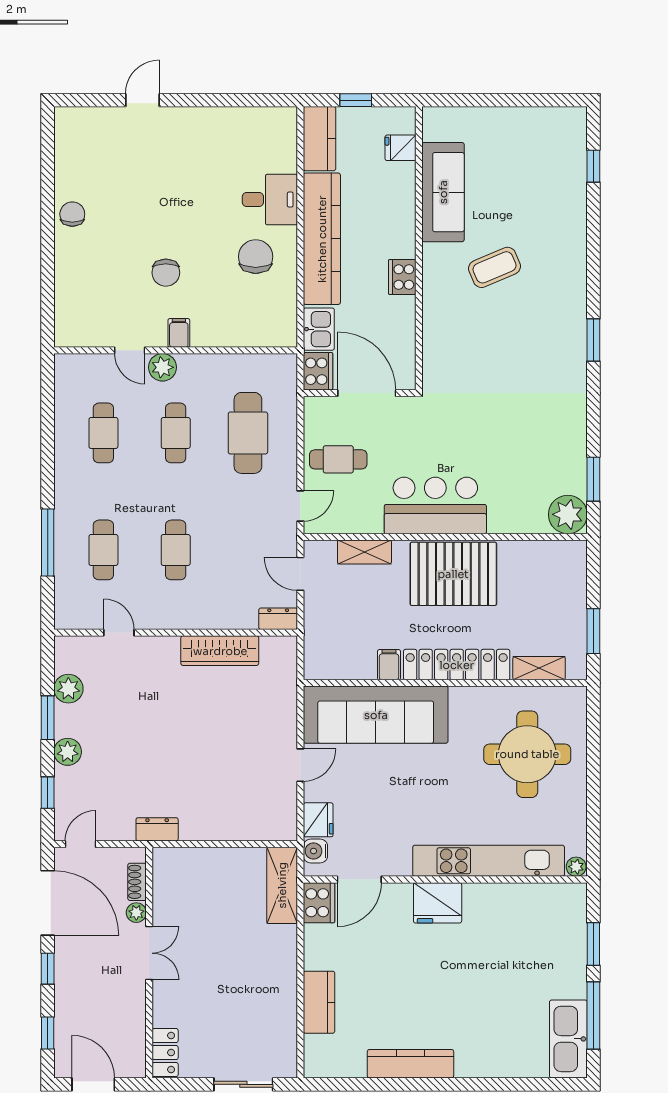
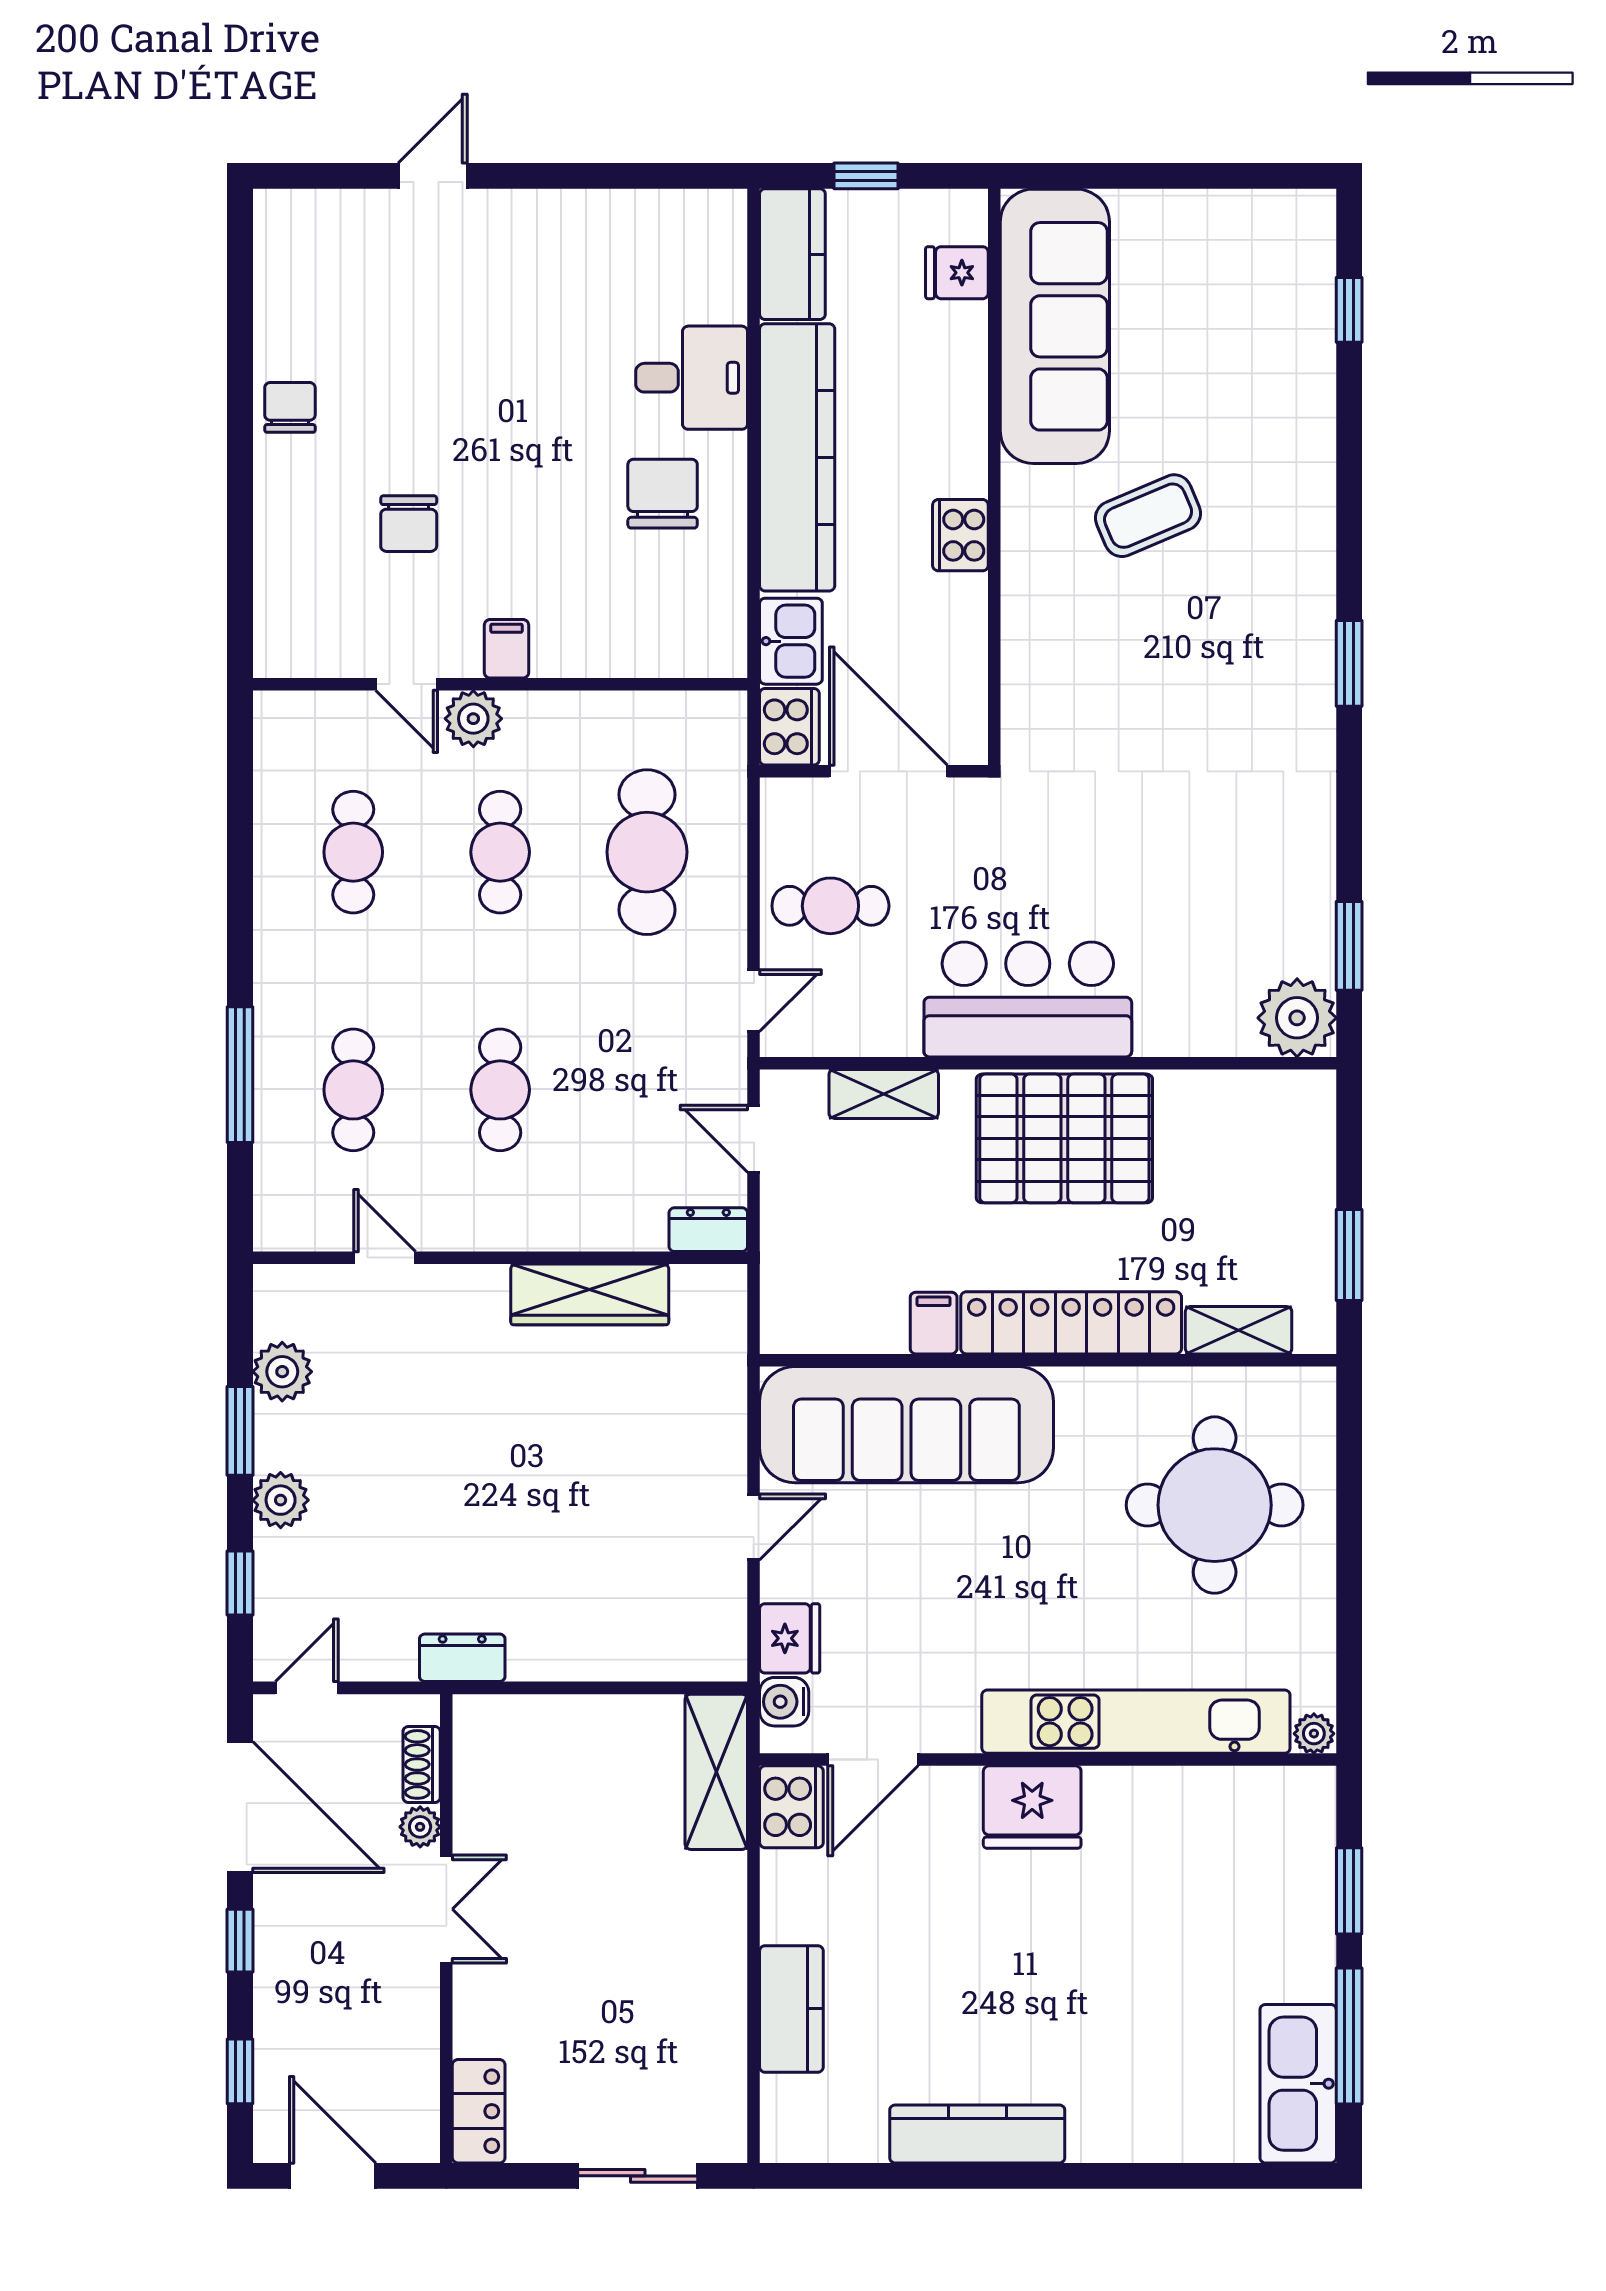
sofa: (443, 192) -> (1055, 326), width x1.36, depth x1.27
chair: (166, 273) -> (409, 524), moved

